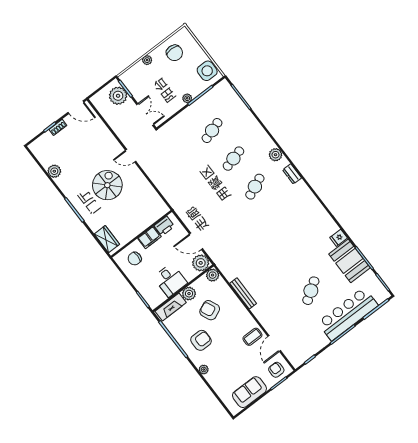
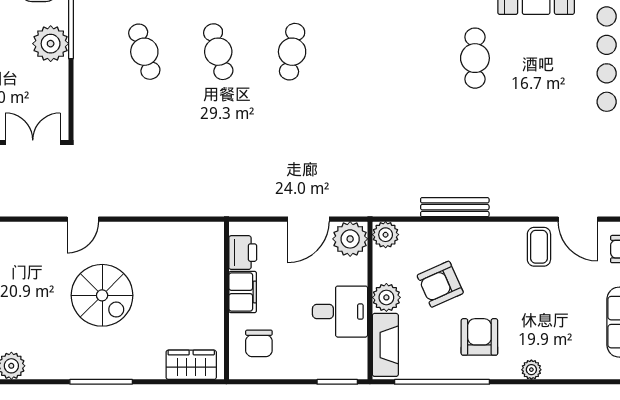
plant: (187, 98) -> (51, 44), width x1.88, depth x1.88
spiral stairs: (107, 185) -> (102, 295), turned 180
cafe table: (255, 187) -> (292, 52), turned 33
cafe table: (311, 291) -> (475, 58), moved, turned 34

